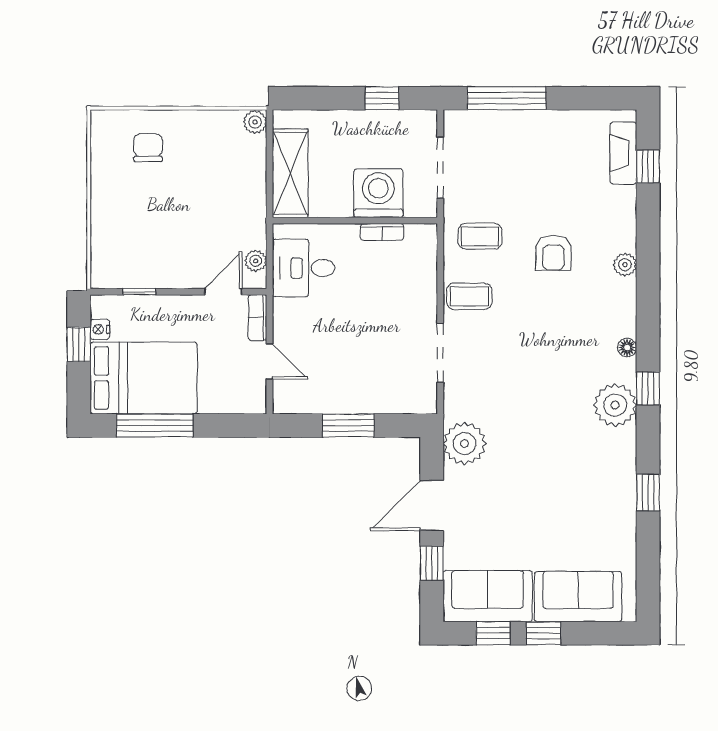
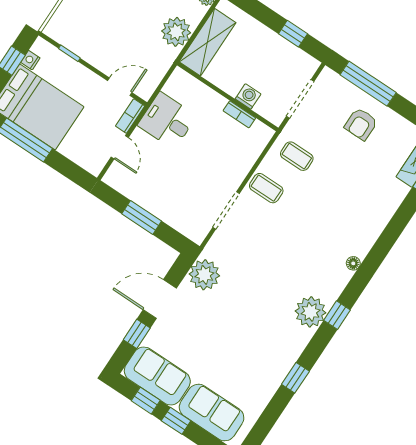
washing machine: (378, 193) -> (248, 96), width x0.53, depth x0.53
armchair: (553, 253) -> (361, 124), moved
plant: (256, 261) -> (176, 32), moved, width x1.87, depth x1.87
plant: (625, 265) -> (373, 231), removed
desk: (304, 268) -> (167, 121), moved
floor lamp: (627, 348) -> (353, 263), moved

